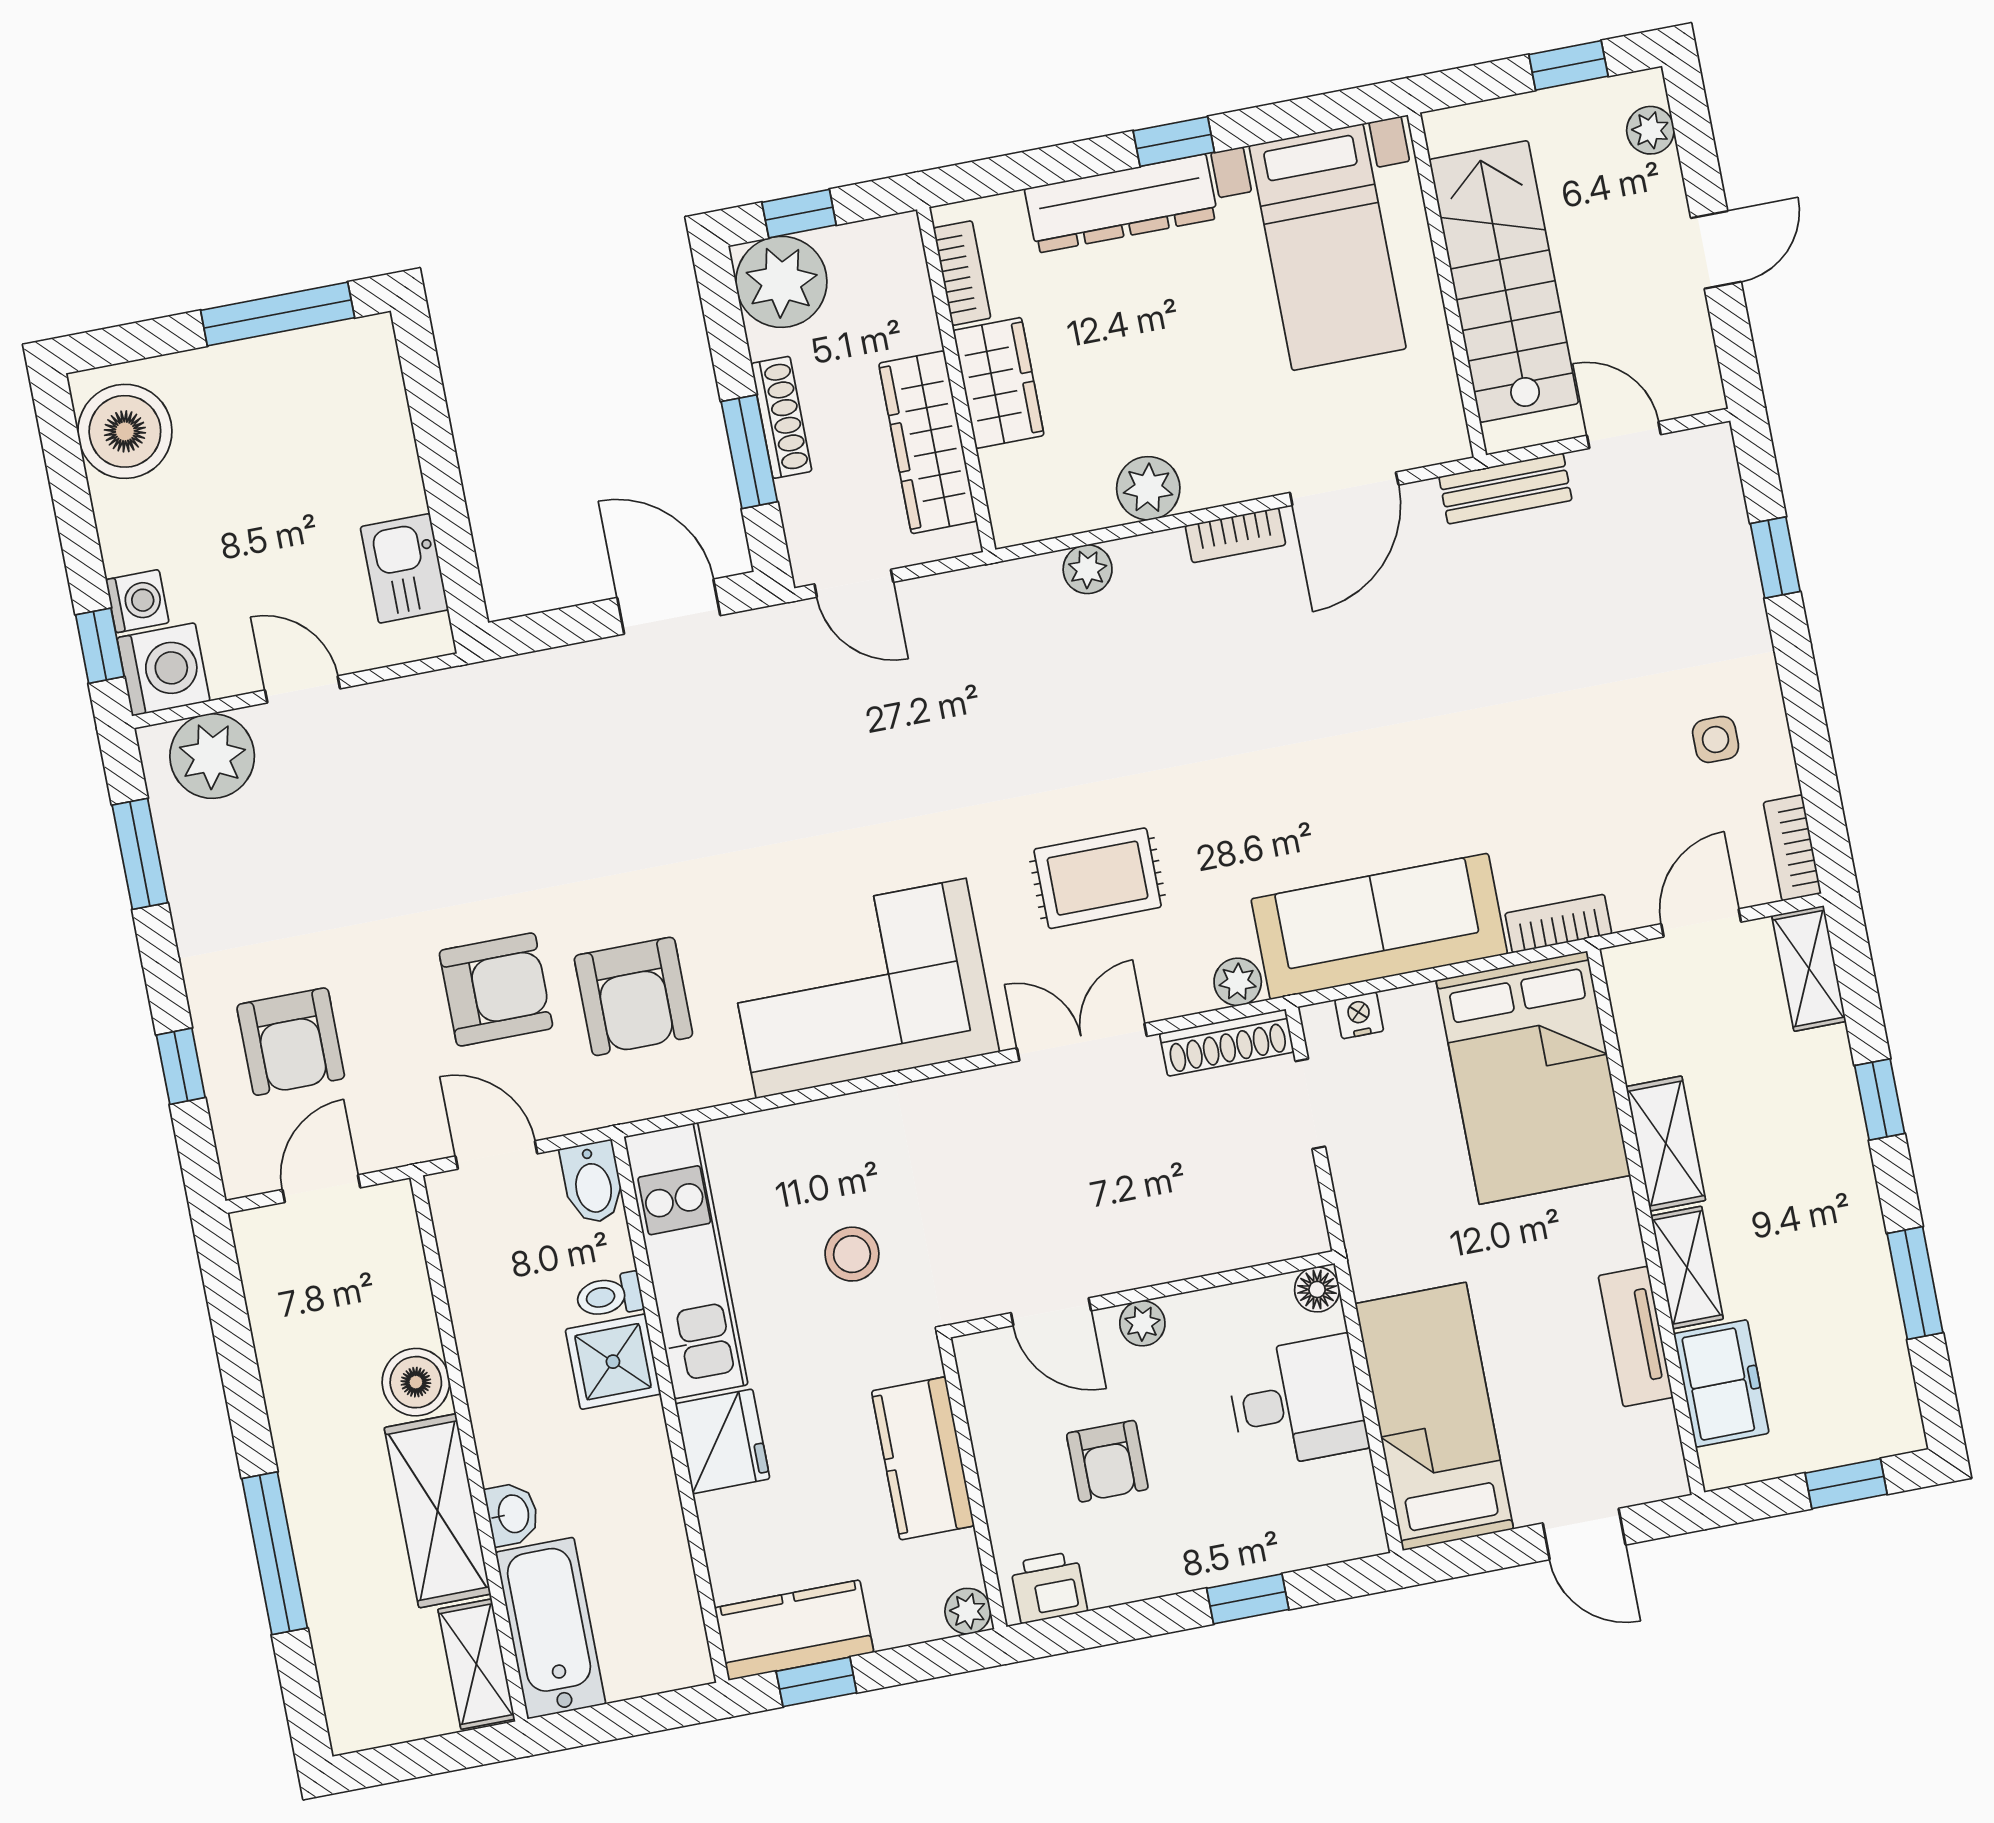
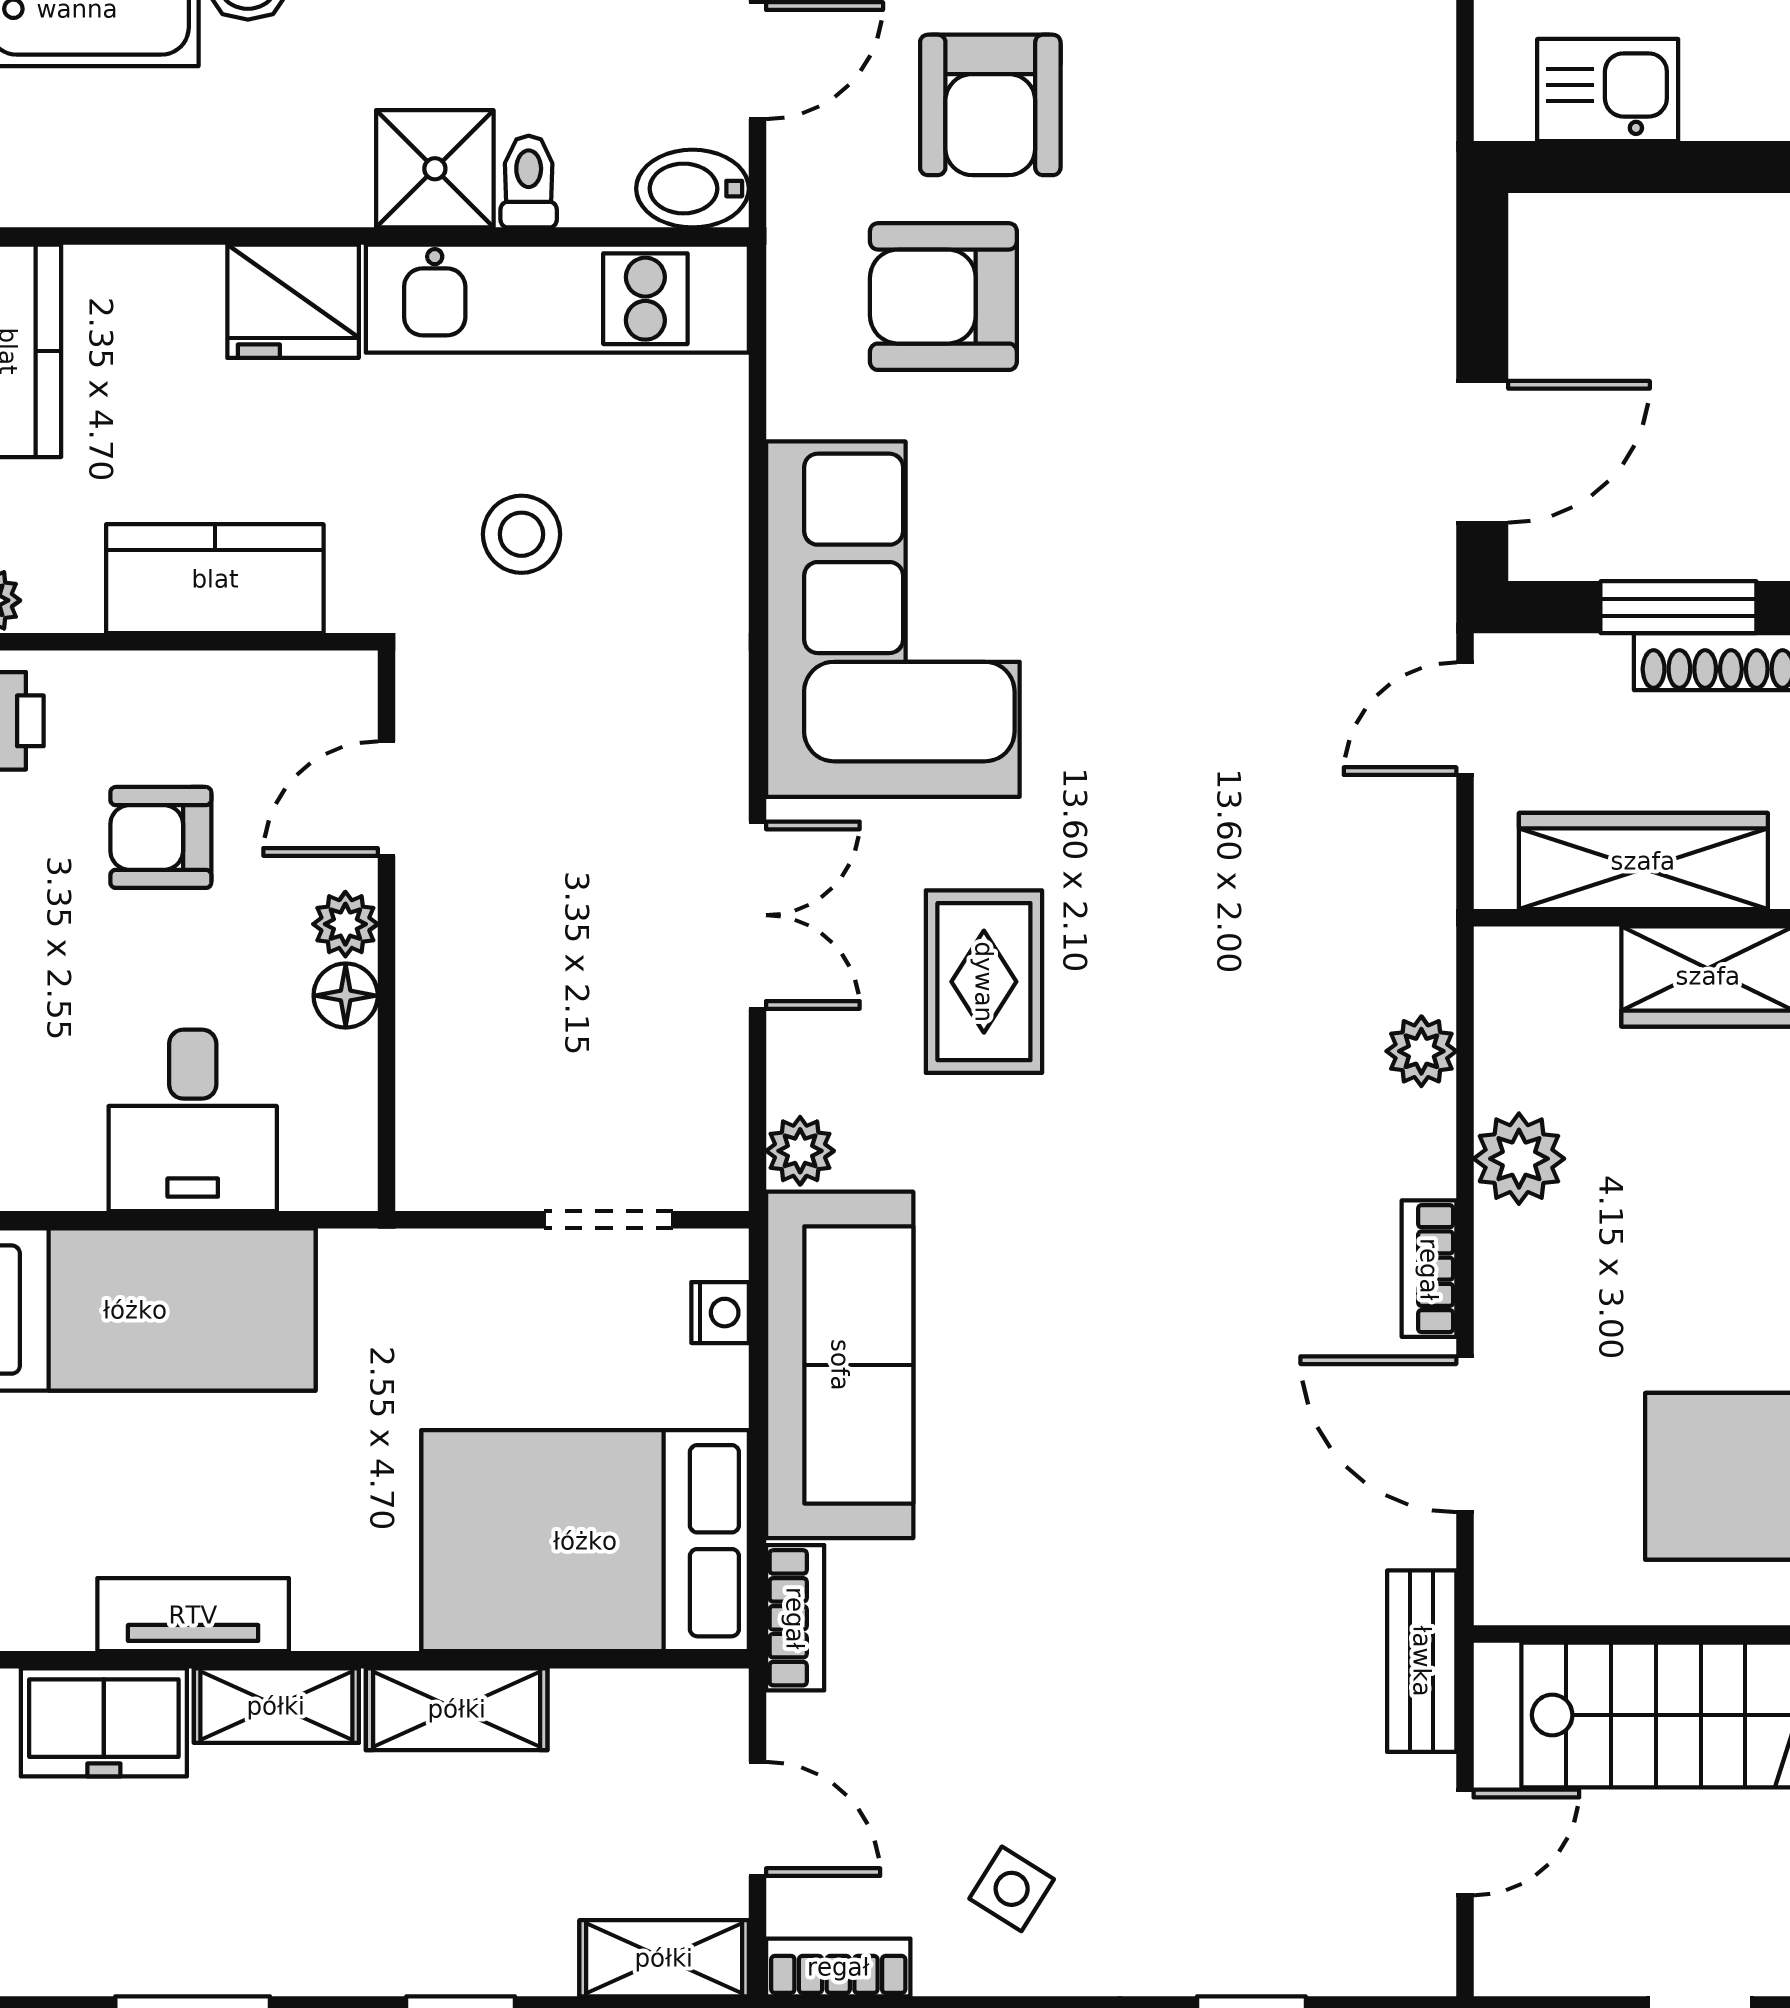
side table: (1716, 739) -> (1012, 1889), turned 32
shoe rack: (1227, 1043) -> (717, 1119), removed
floor lamp: (1317, 1289) -> (346, 996), moved

